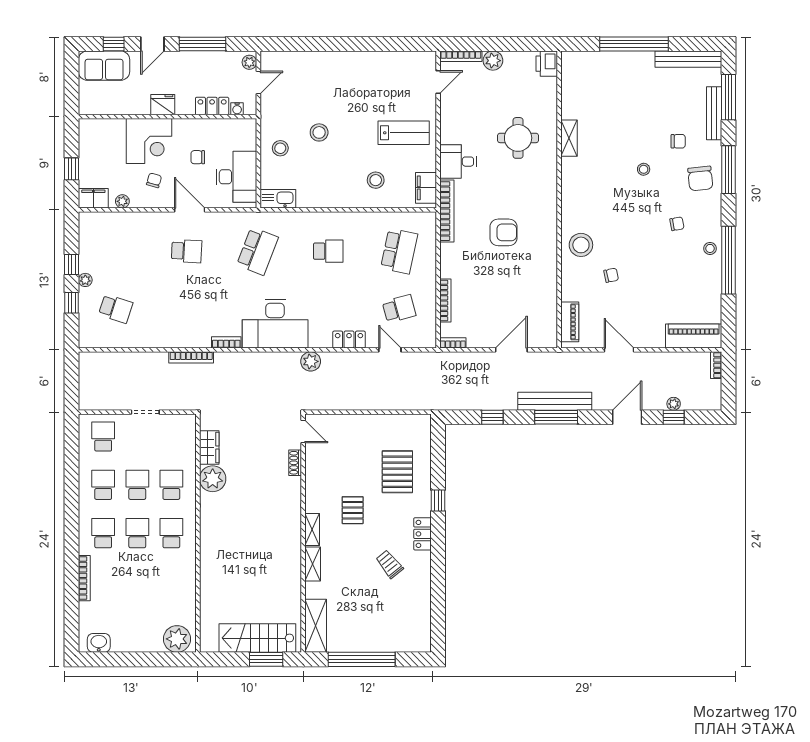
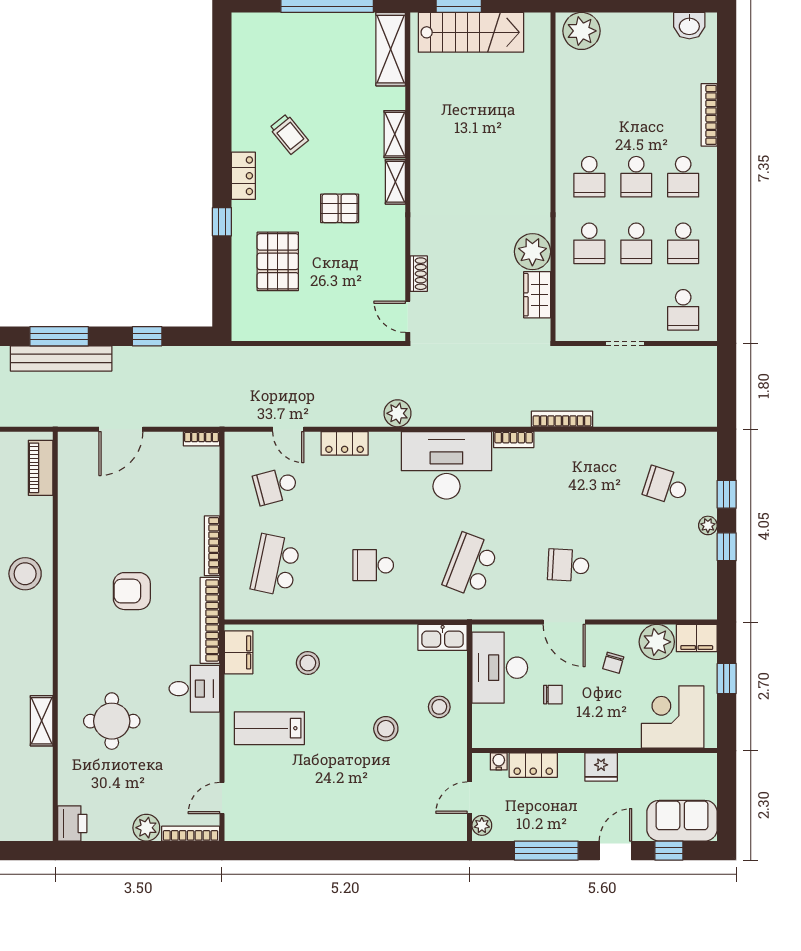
corner desk: (149, 141) -> (673, 717), moved
plant: (122, 201) -> (657, 642), width x1.88, depth x1.88
bookcase: (445, 300) -> (212, 546), moved
pallet: (353, 510) -> (340, 208), turned 90

